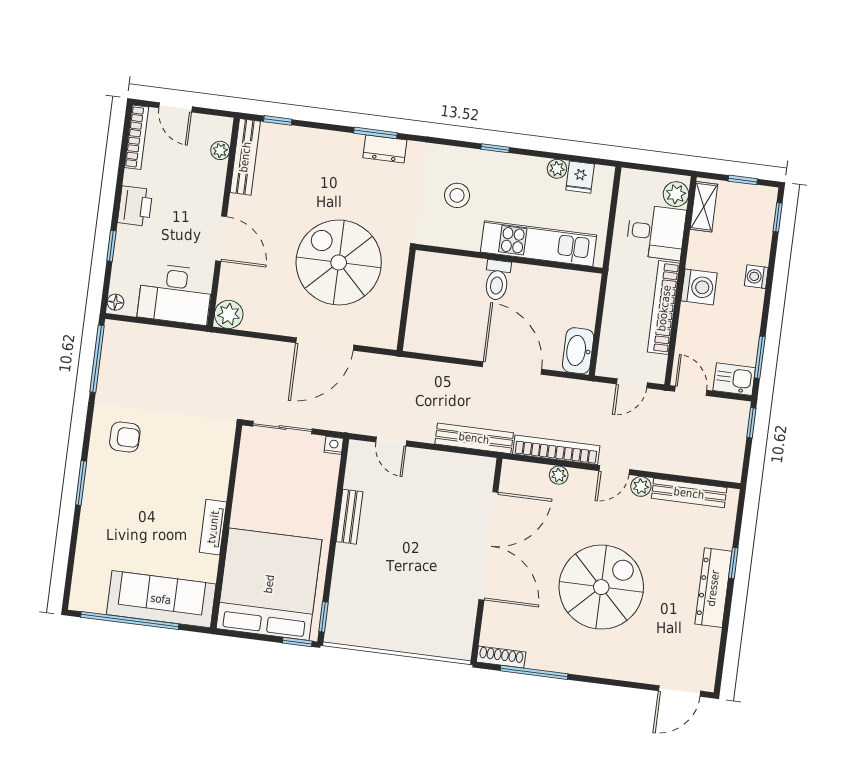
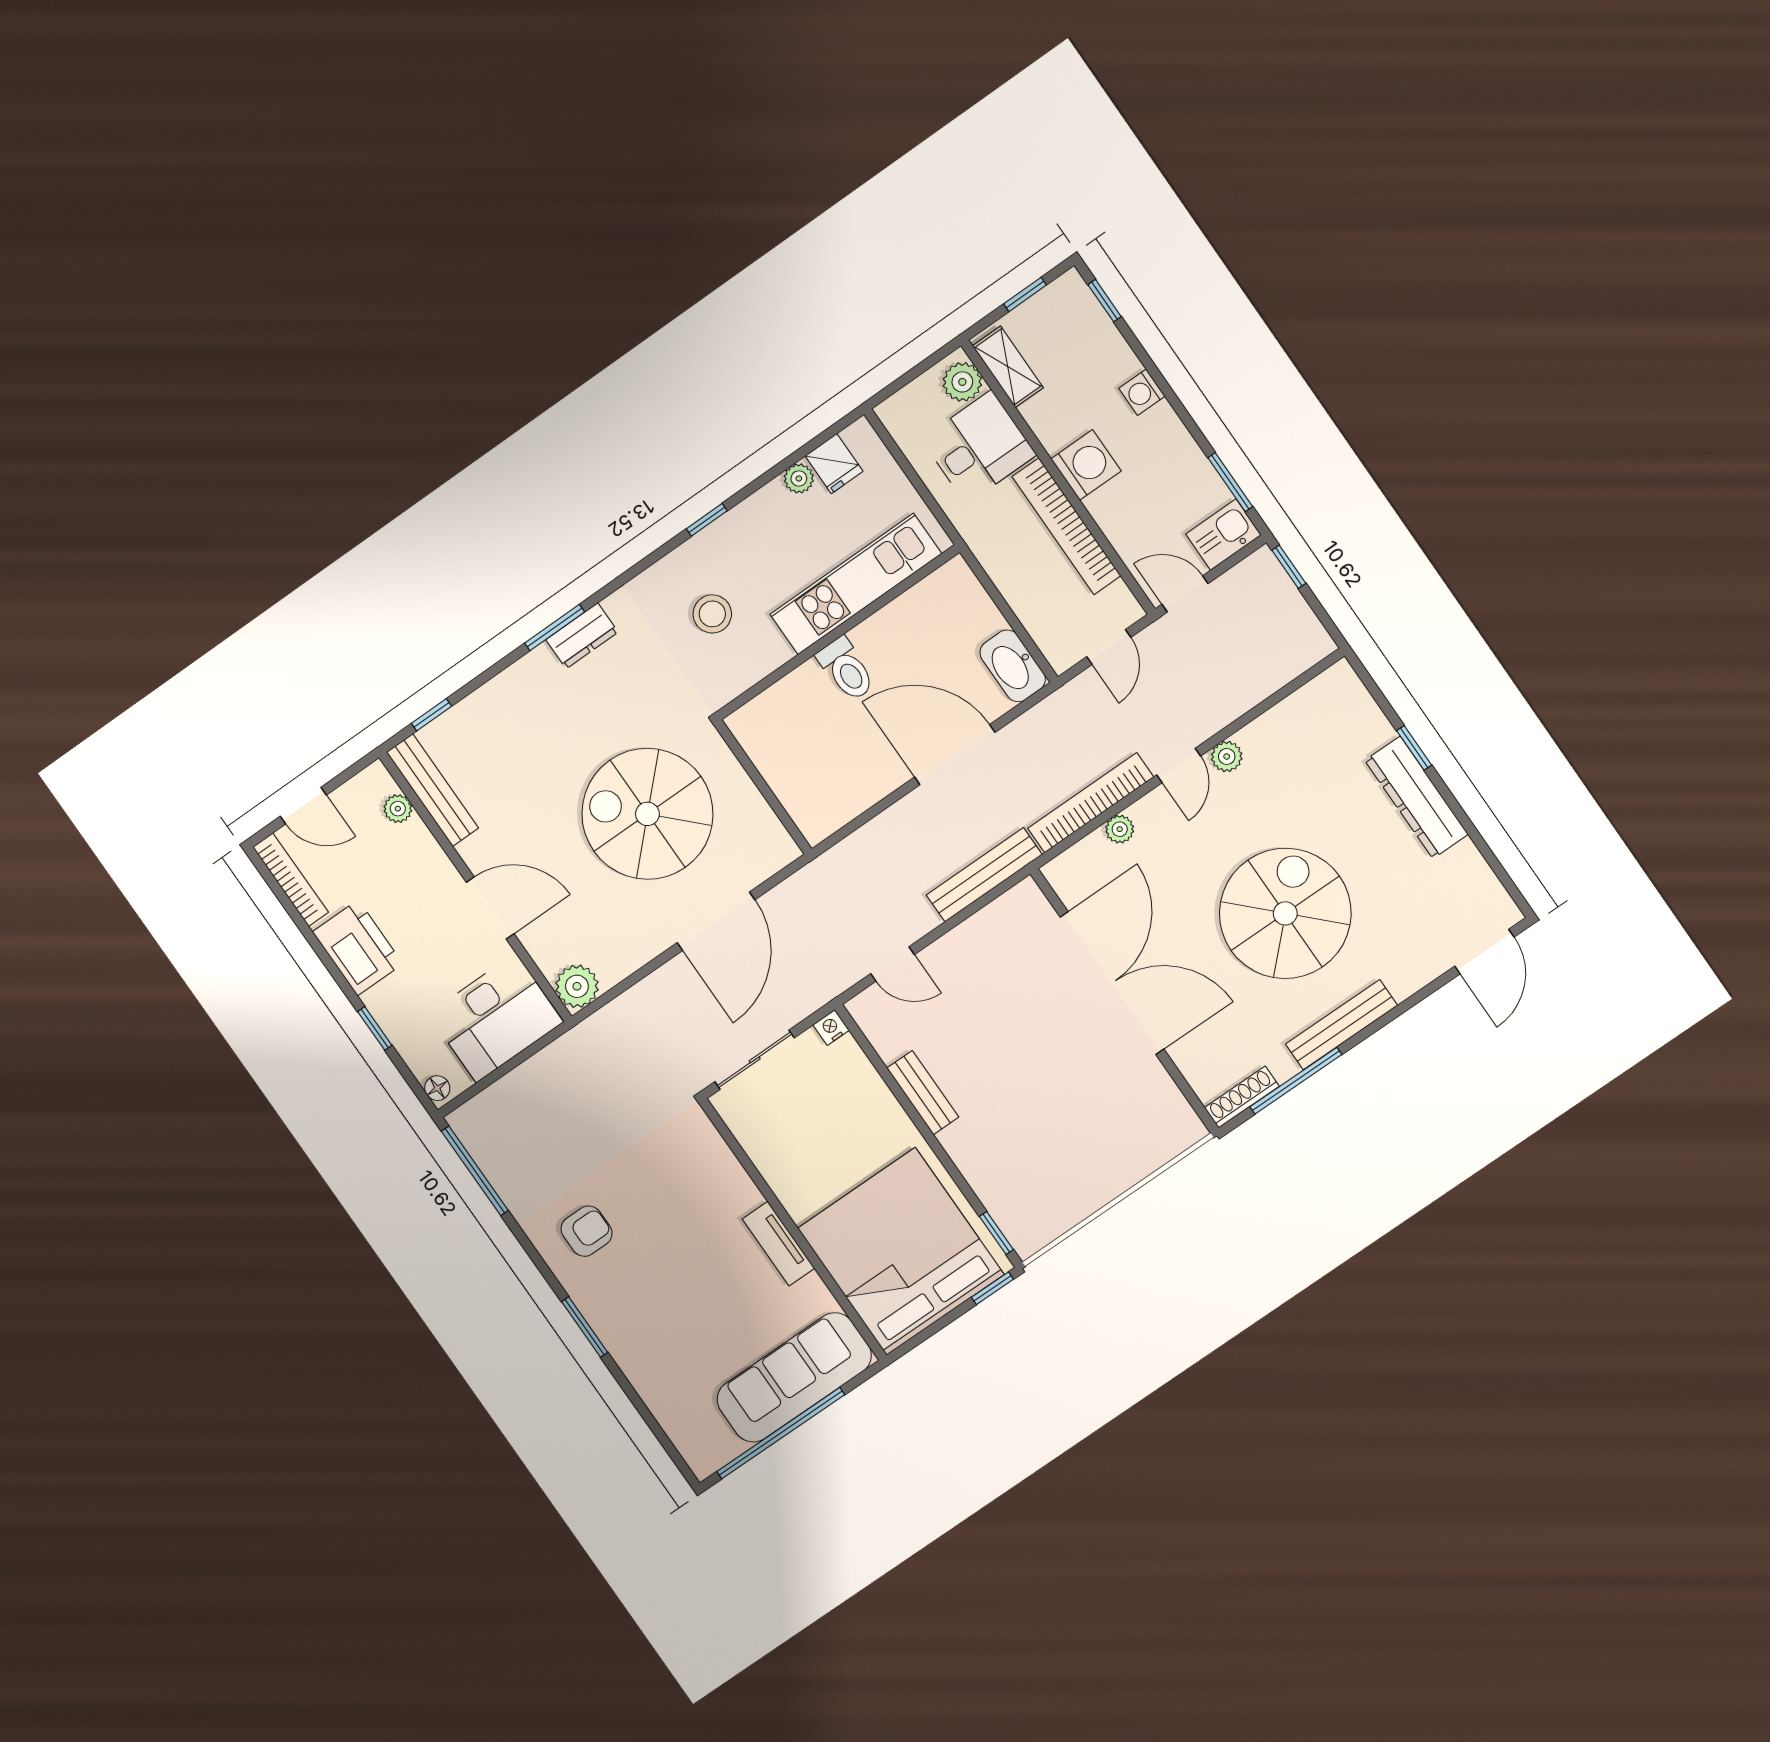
printer: (135, 206) -> (358, 948), width x1.37, depth x1.19
bench: (689, 493) -> (1341, 1025), moved

